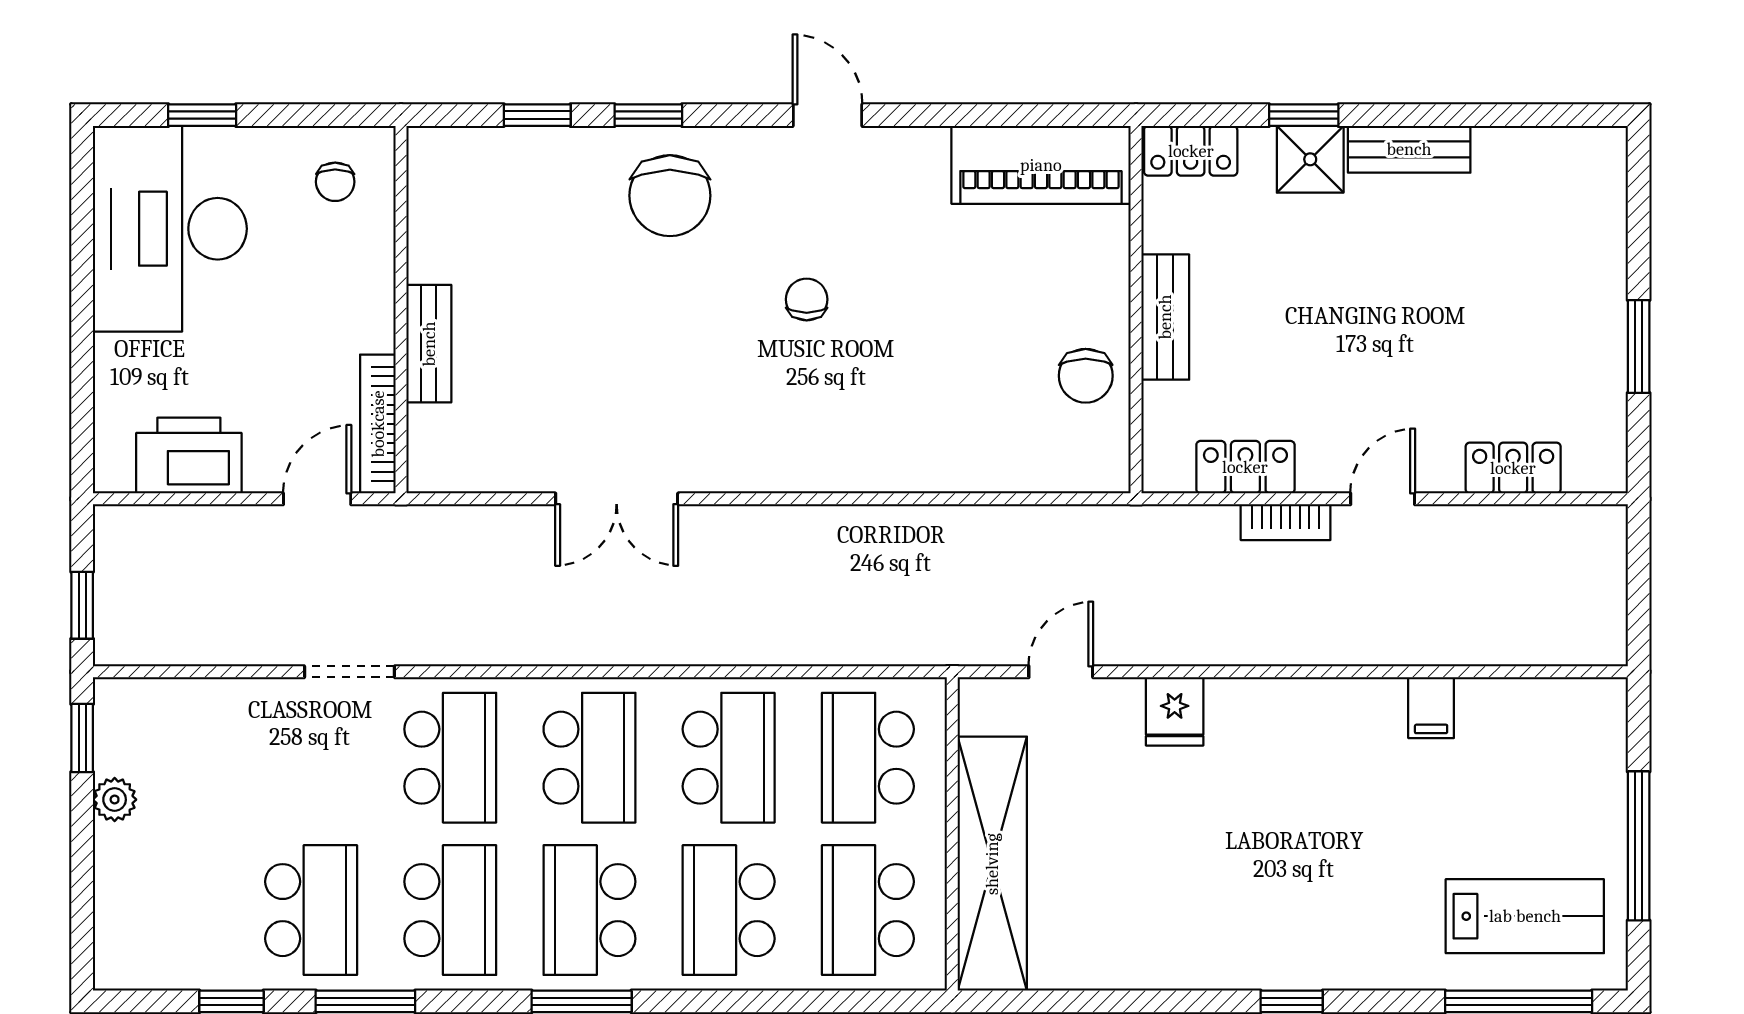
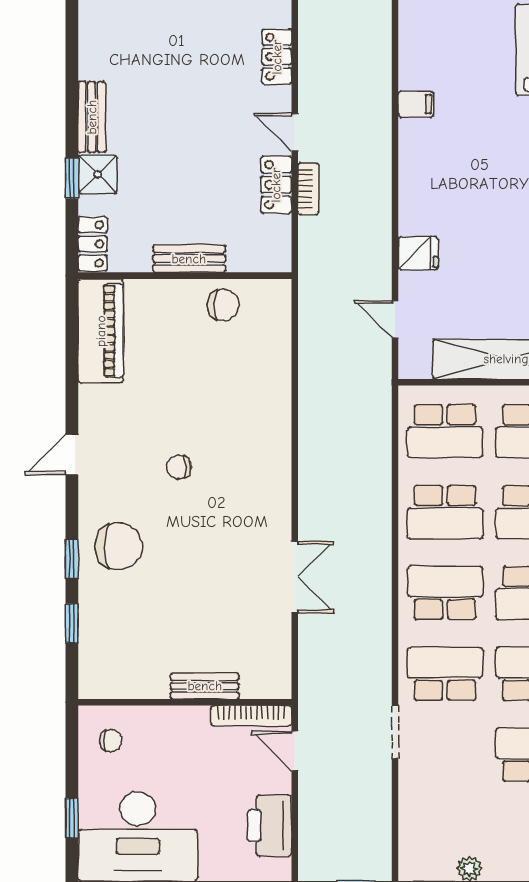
locker: (1245, 467) -> (276, 185), moved
school desk: (729, 758) -> (445, 512), turned 180

